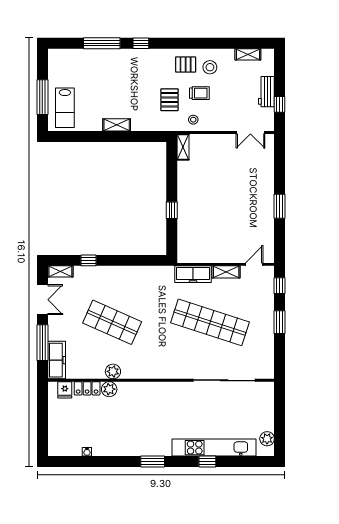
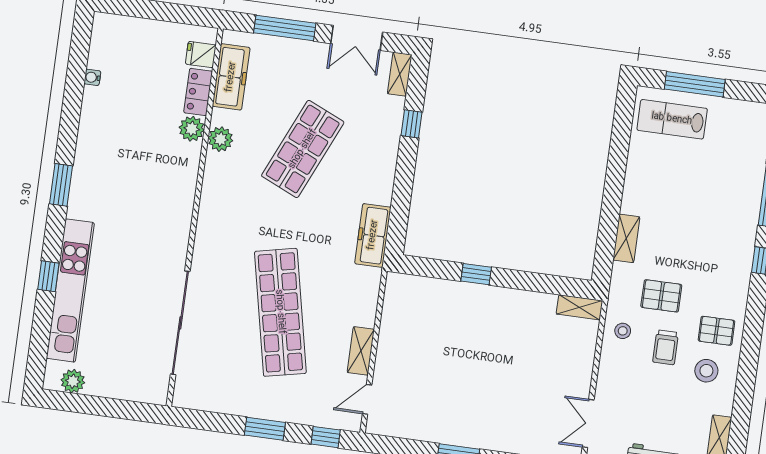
pallet: (186, 65) -> (716, 331), turned 90
shelving: (117, 125) -> (626, 238), moved
door: (254, 264) -> (367, 399), swing flipped
freezer: (193, 274) -> (373, 235), moved
shop shelf: (210, 322) -> (280, 312), turned -30
freezer: (57, 360) -> (231, 77), moved, turned -90

